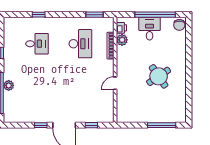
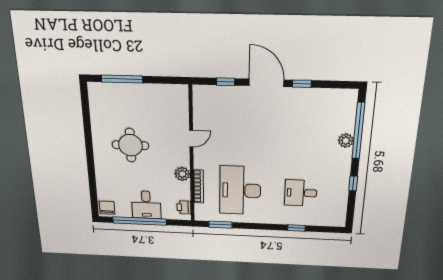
plant: (122, 40) -> (182, 174), moved
desk: (80, 44) -> (240, 190), width x1.36, depth x1.30
round table: (159, 76) -> (130, 145), turned 34

